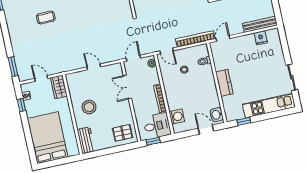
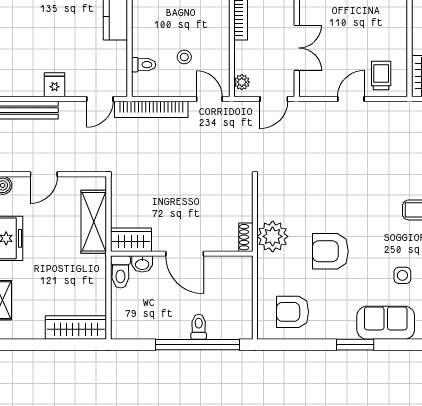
fridge: (261, 38) -> (55, 85), moved
door: (94, 67) -> (351, 99), swing flipped
trolley: (81, 82) -> (381, 76), added
stool: (89, 107) -> (376, 27), removed

